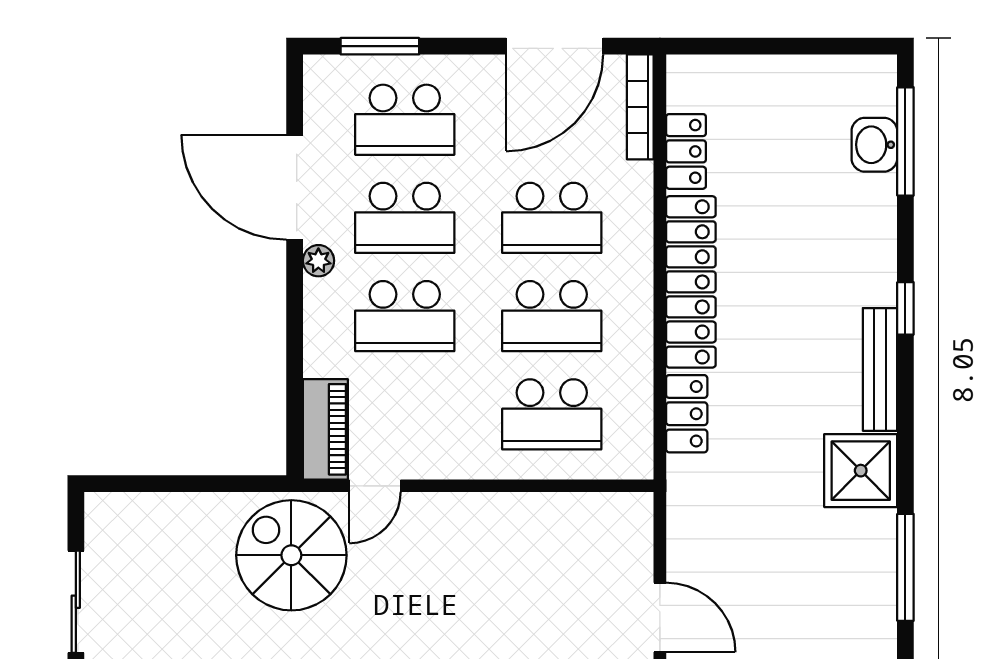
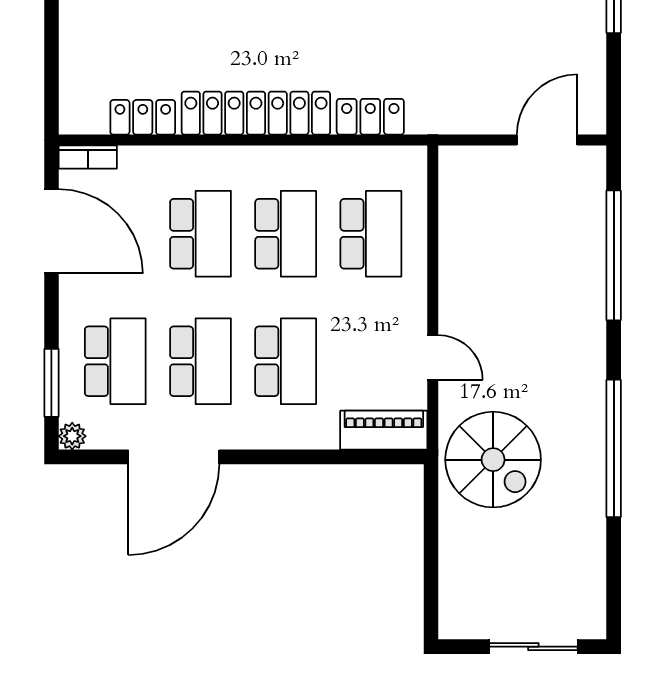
bookcase: (640, 107) -> (88, 157), width x0.64
plant: (318, 261) -> (72, 436), moved
door: (375, 486) -> (433, 357), moved
spiral stairs: (291, 555) -> (493, 460), turned -90

